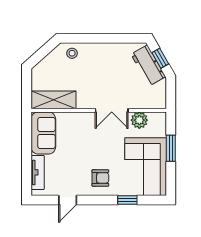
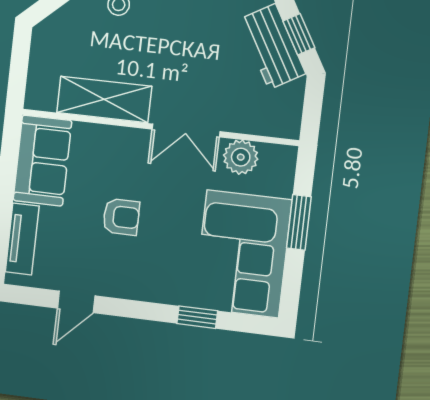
shelving: (53, 100) -> (104, 99), moved
armchair: (100, 178) -> (121, 217), moved

